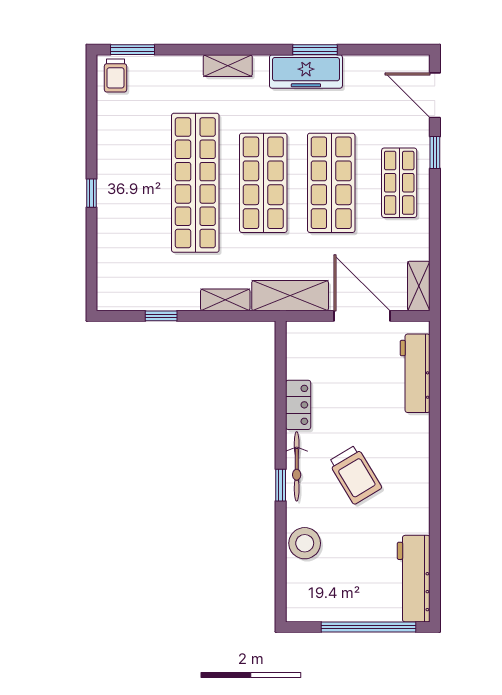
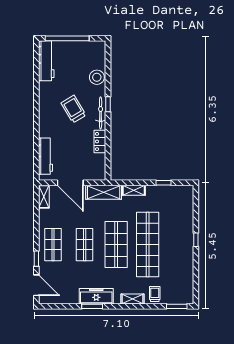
trolley: (115, 76) -> (155, 294), moved
shop shelf: (331, 183) -> (85, 245), width x0.70, depth x0.74

